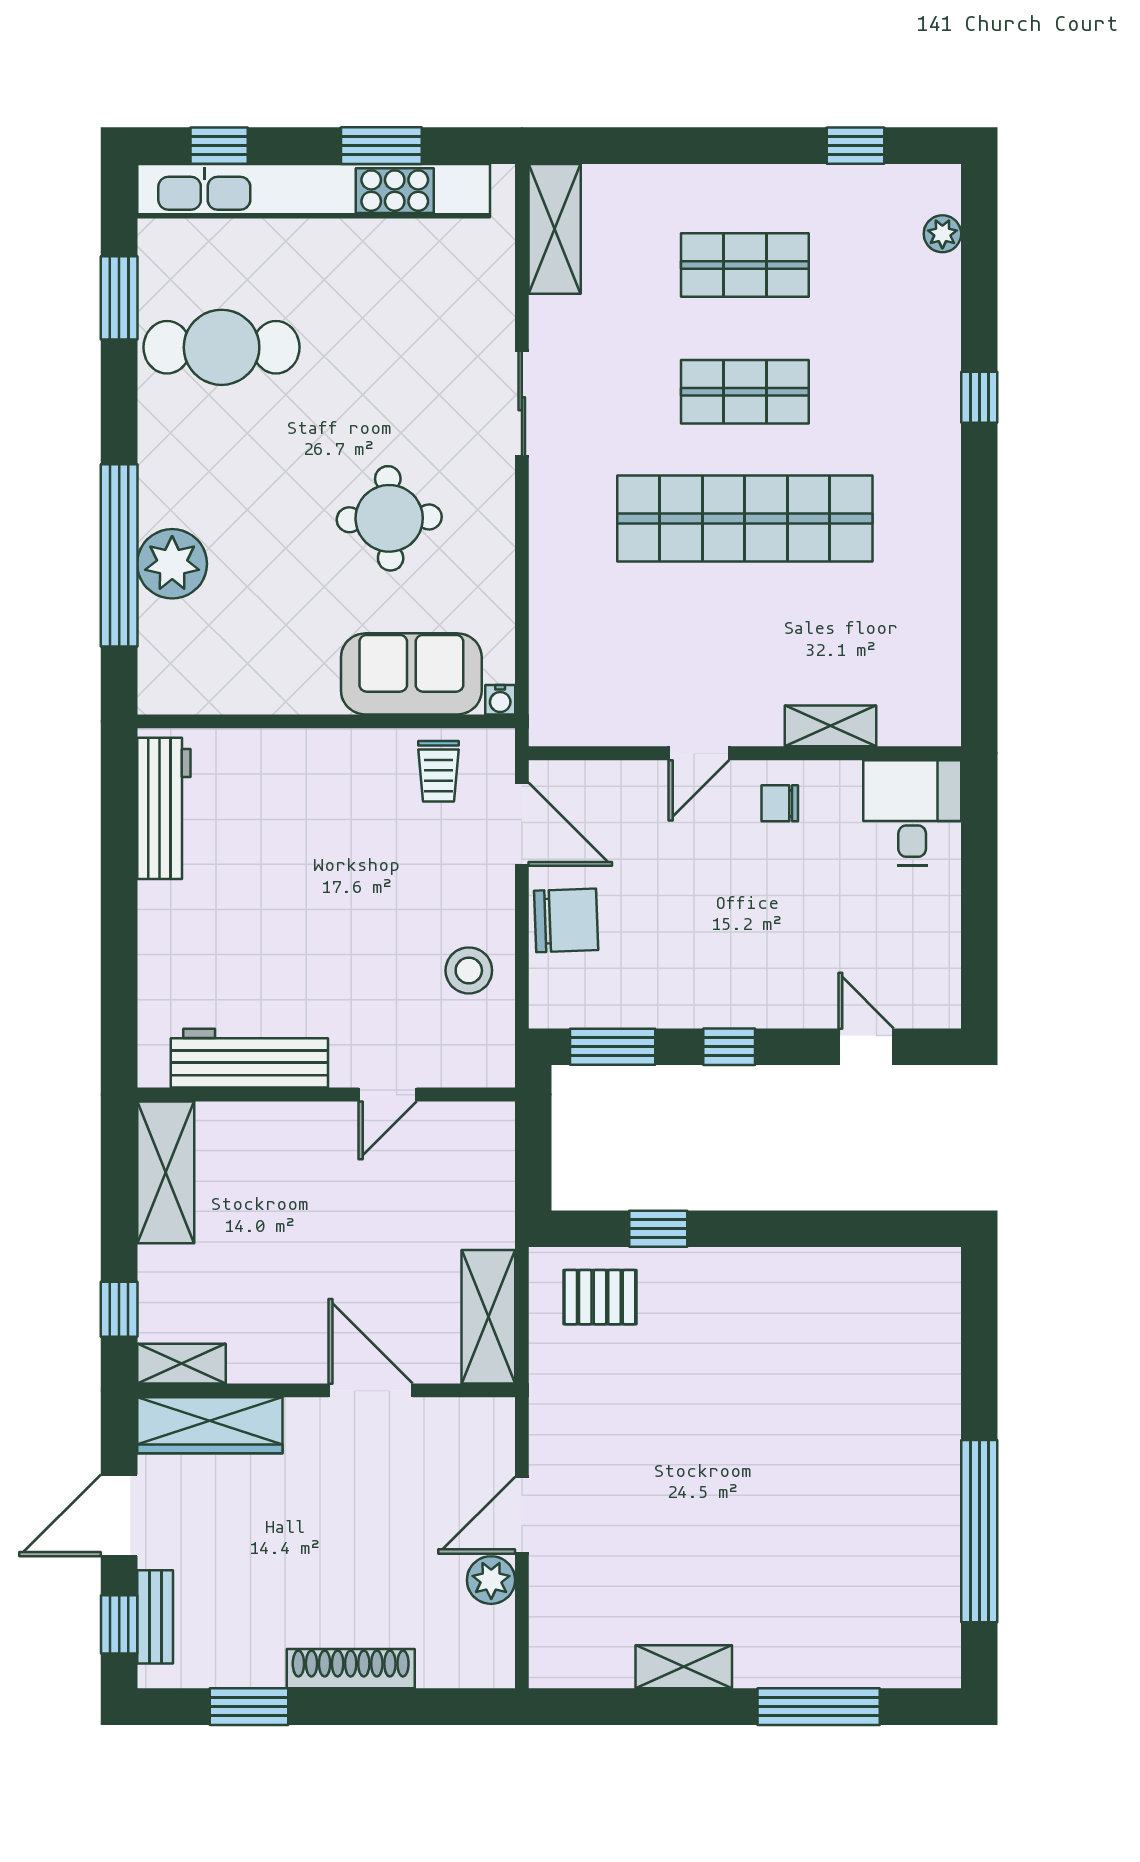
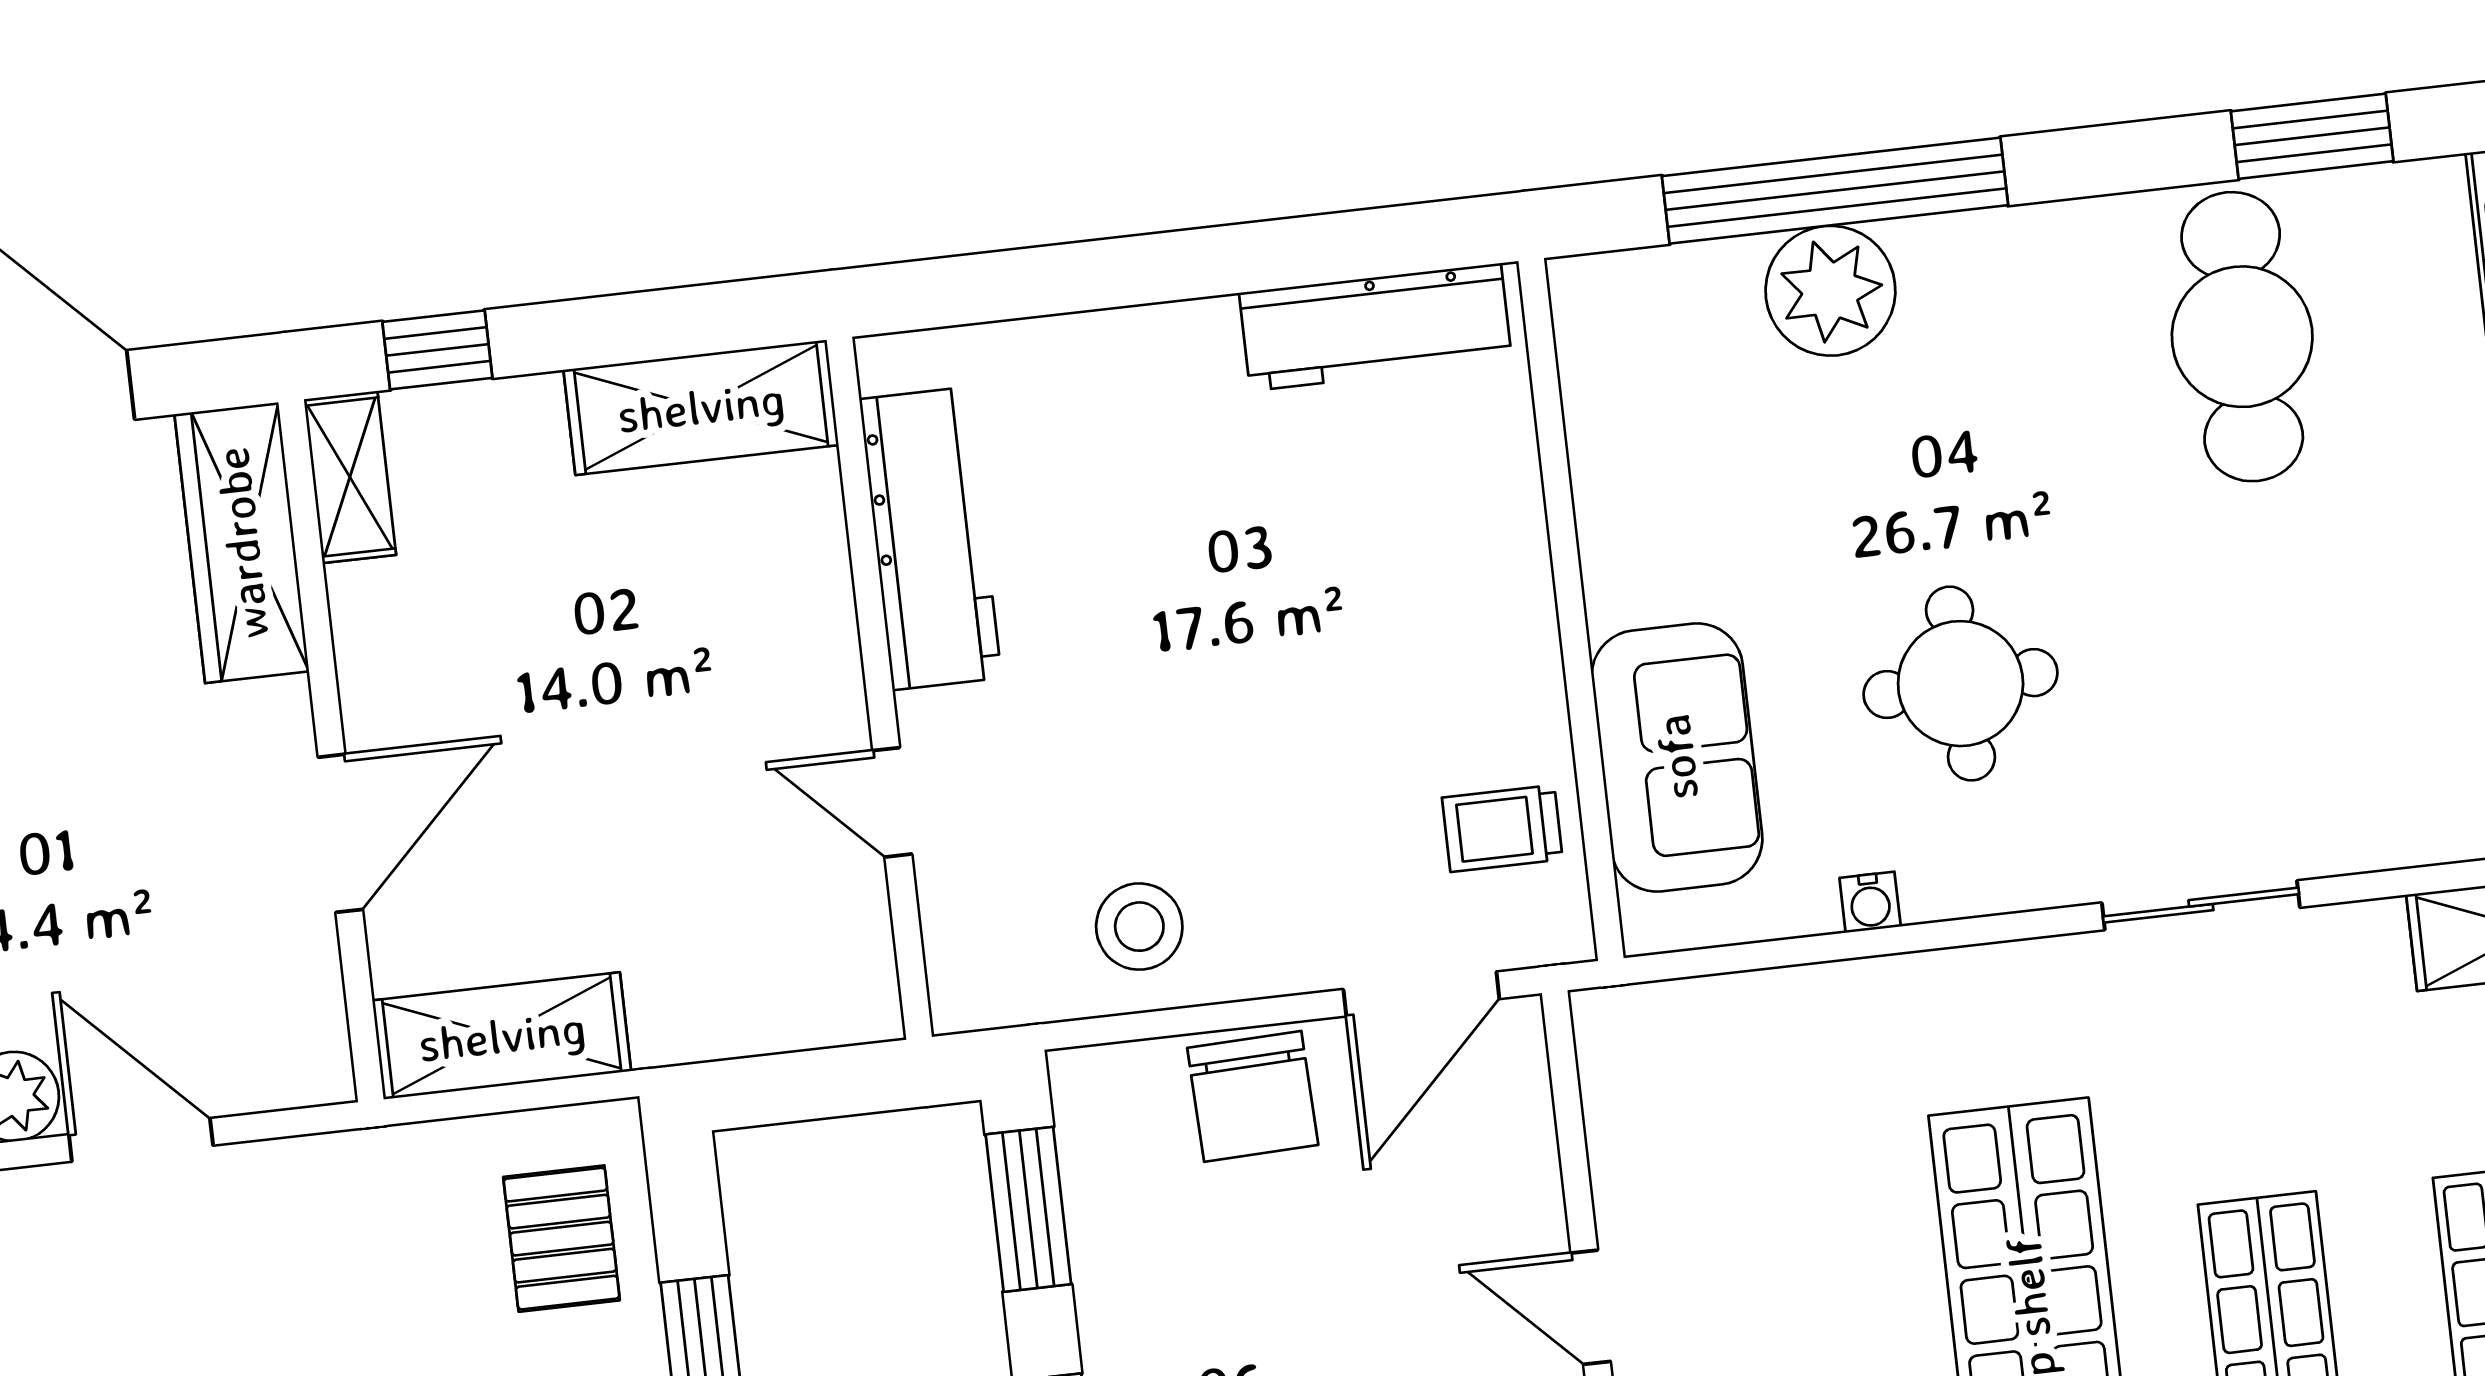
water cooler: (500, 700) -> (1870, 902), moved, turned -90

